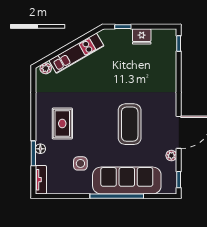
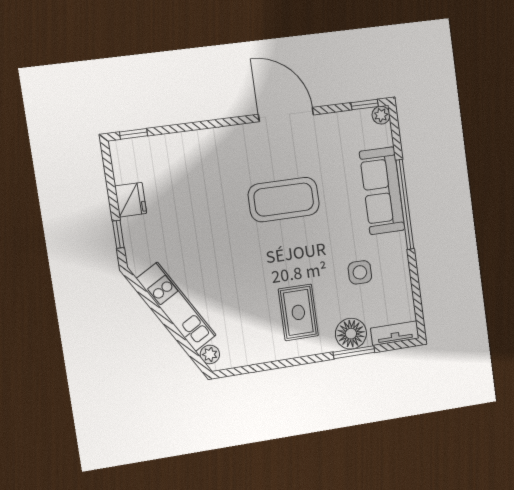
rug: (62, 124) -> (298, 312), turned 90
floor lamp: (40, 149) -> (351, 334), width x1.89, depth x1.89
plant: (171, 156) -> (381, 115), moved
sofa: (127, 180) -> (382, 191), width x0.74, depth x0.79

